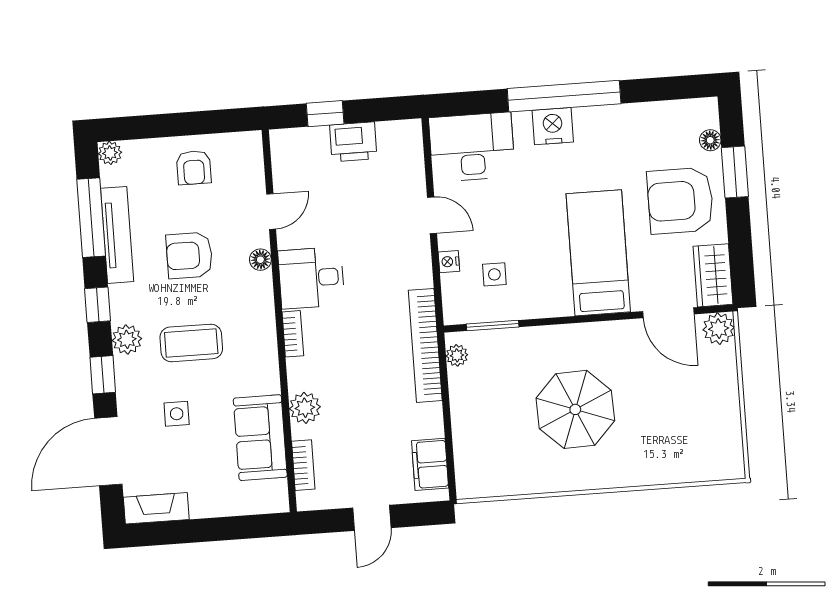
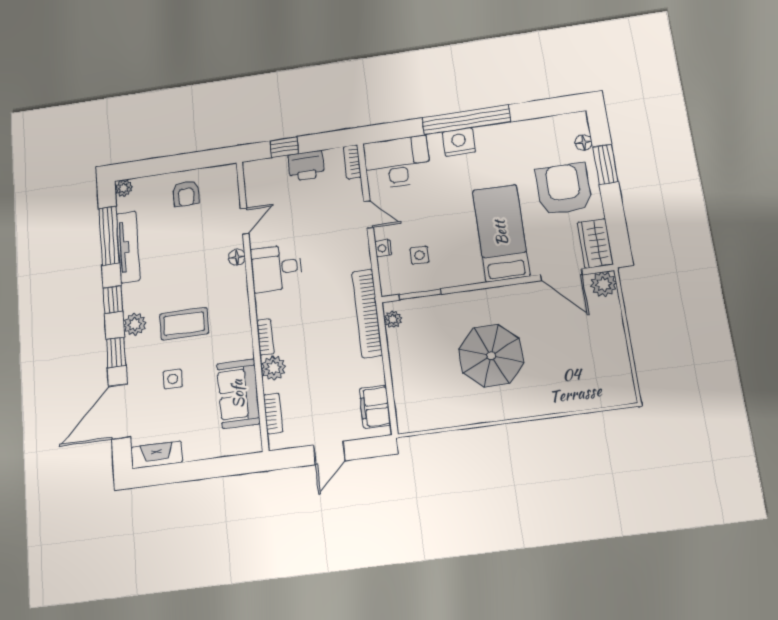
bookcase: (414, 142) -> (352, 162), added
armchair: (680, 201) -> (564, 189), turned 90
armchair: (189, 255) -> (183, 258), removed
bookcase: (293, 334) -> (265, 337), moved

